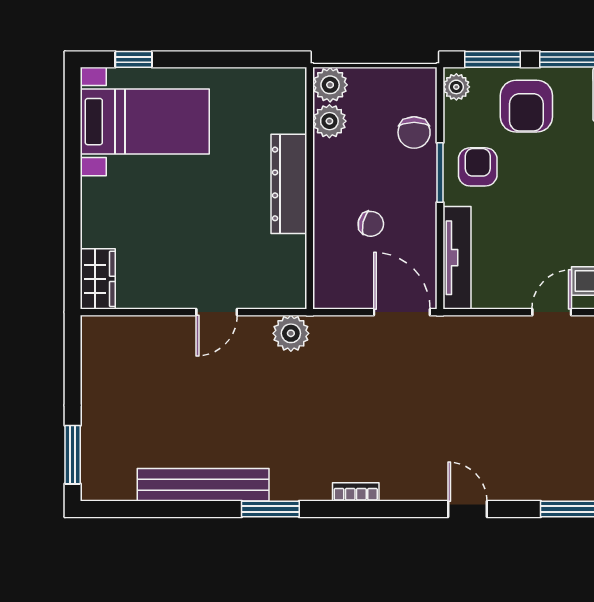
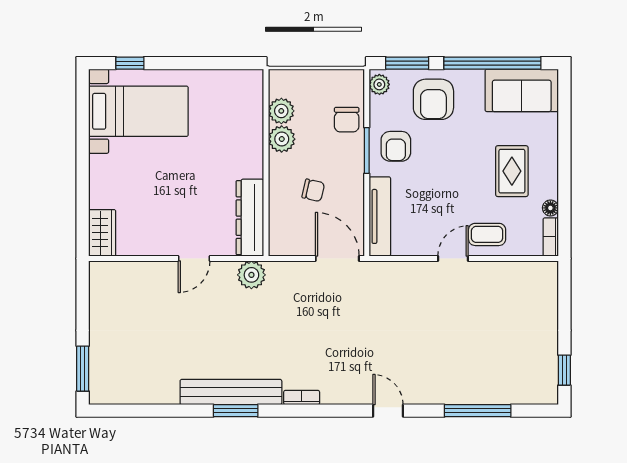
plant: (330, 85) -> (282, 139), moved
armchair: (478, 167) -> (396, 146), turned 180
dresser: (289, 184) -> (250, 218), moved
bench: (203, 485) -> (231, 392), moved

